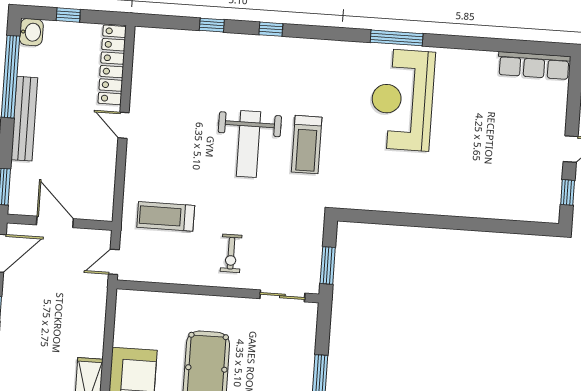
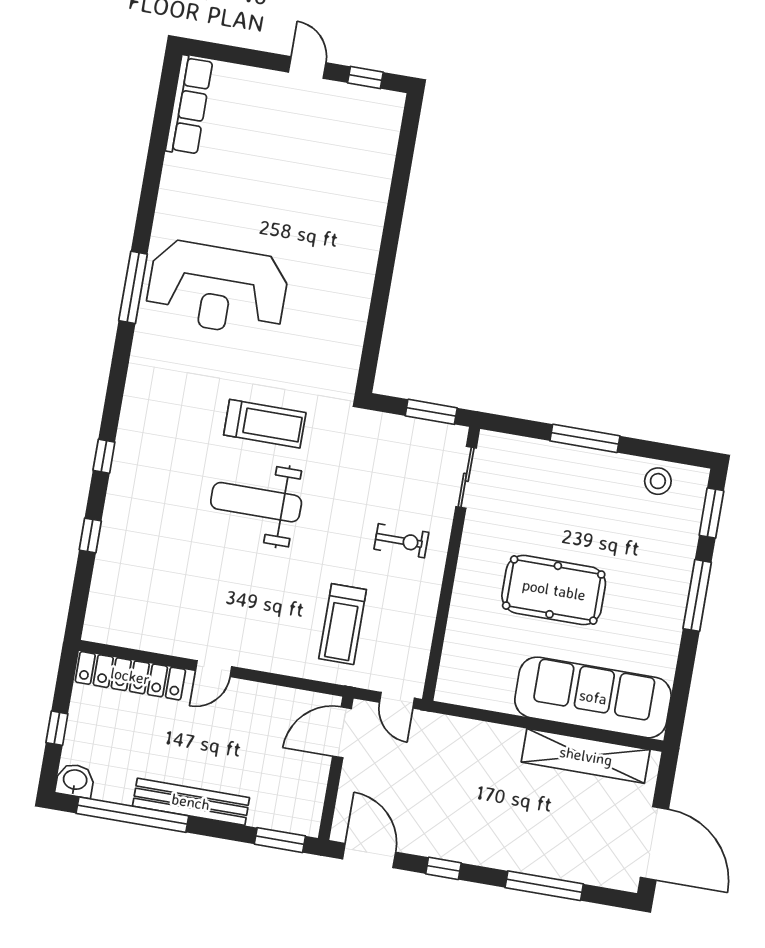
weight bench: (249, 144) -> (256, 502), turned 180
door: (55, 222) -> (342, 732), moved

